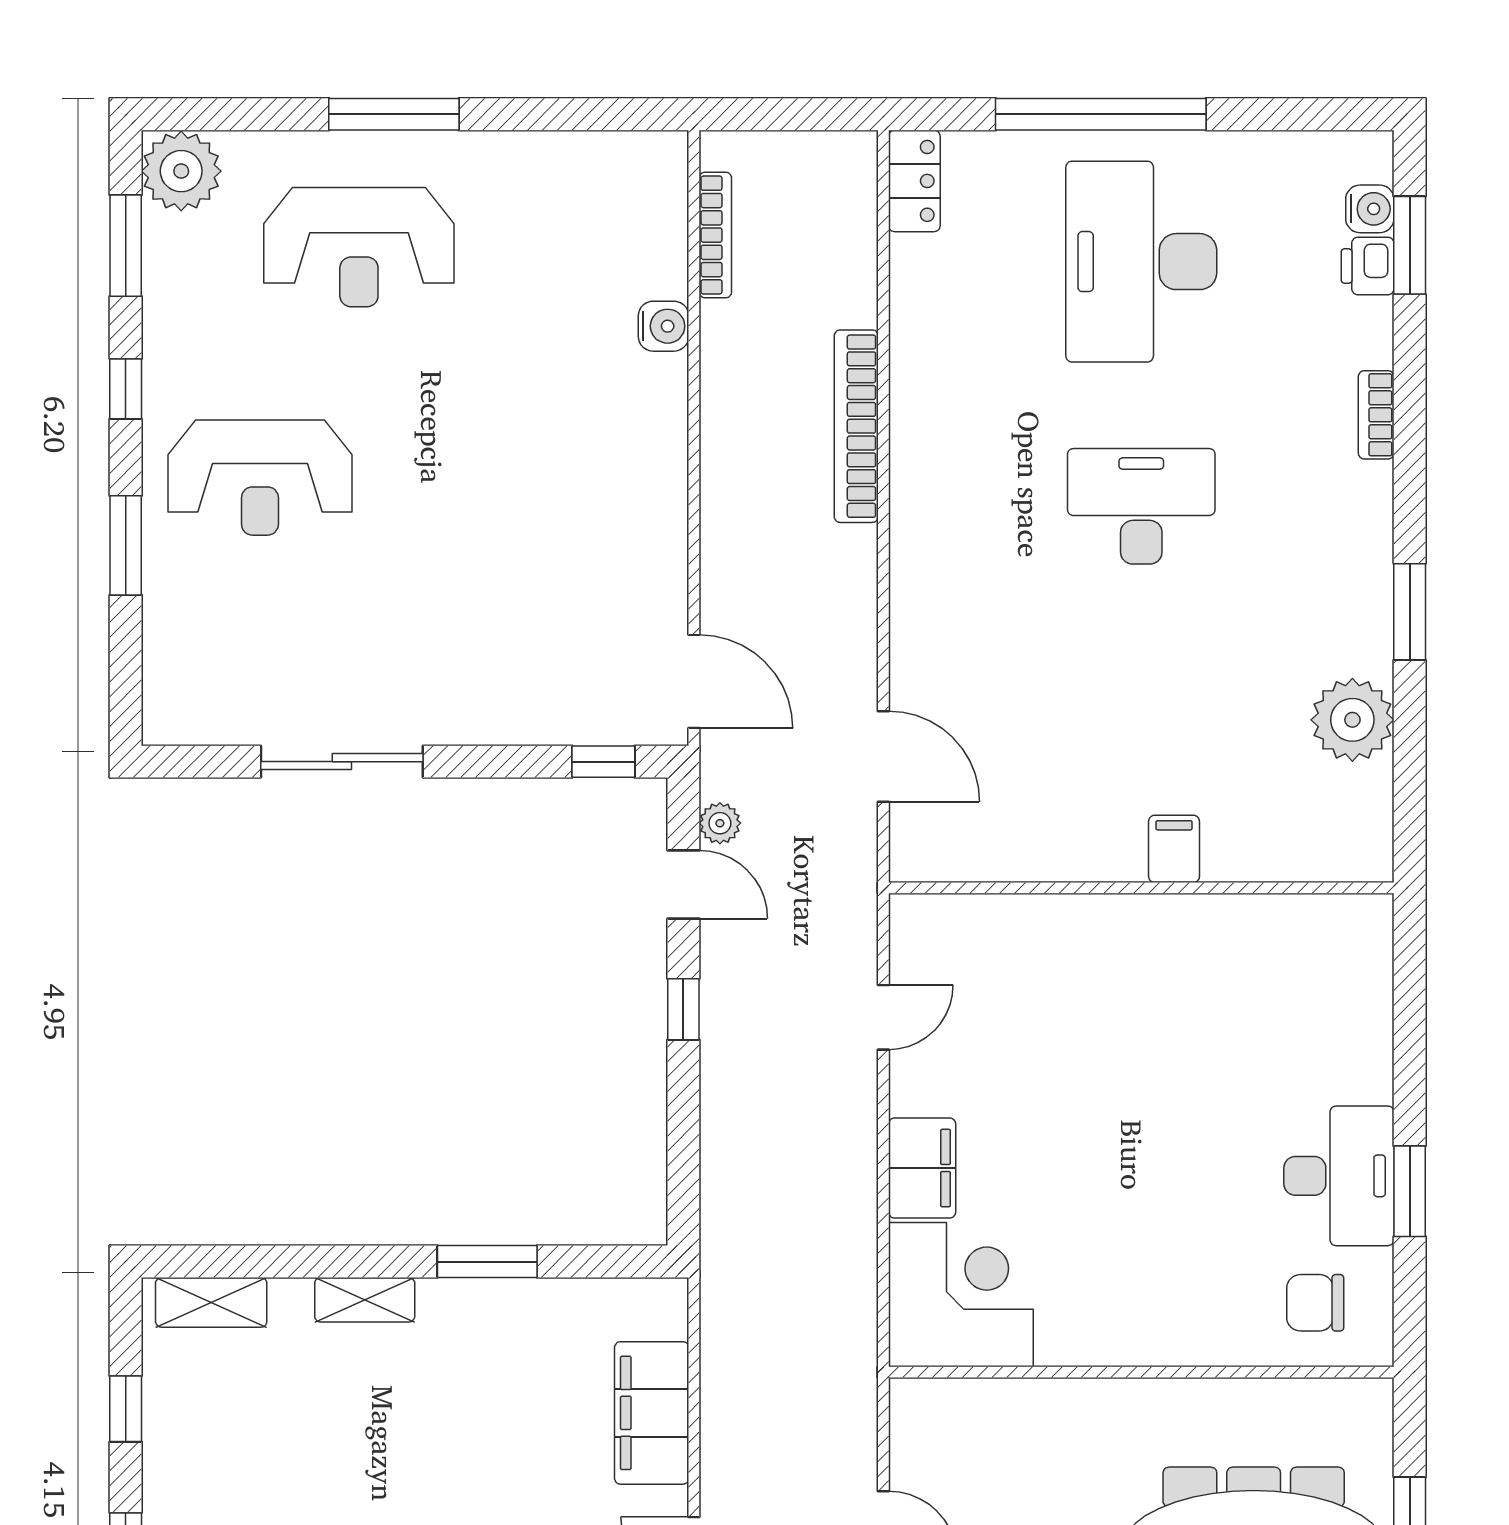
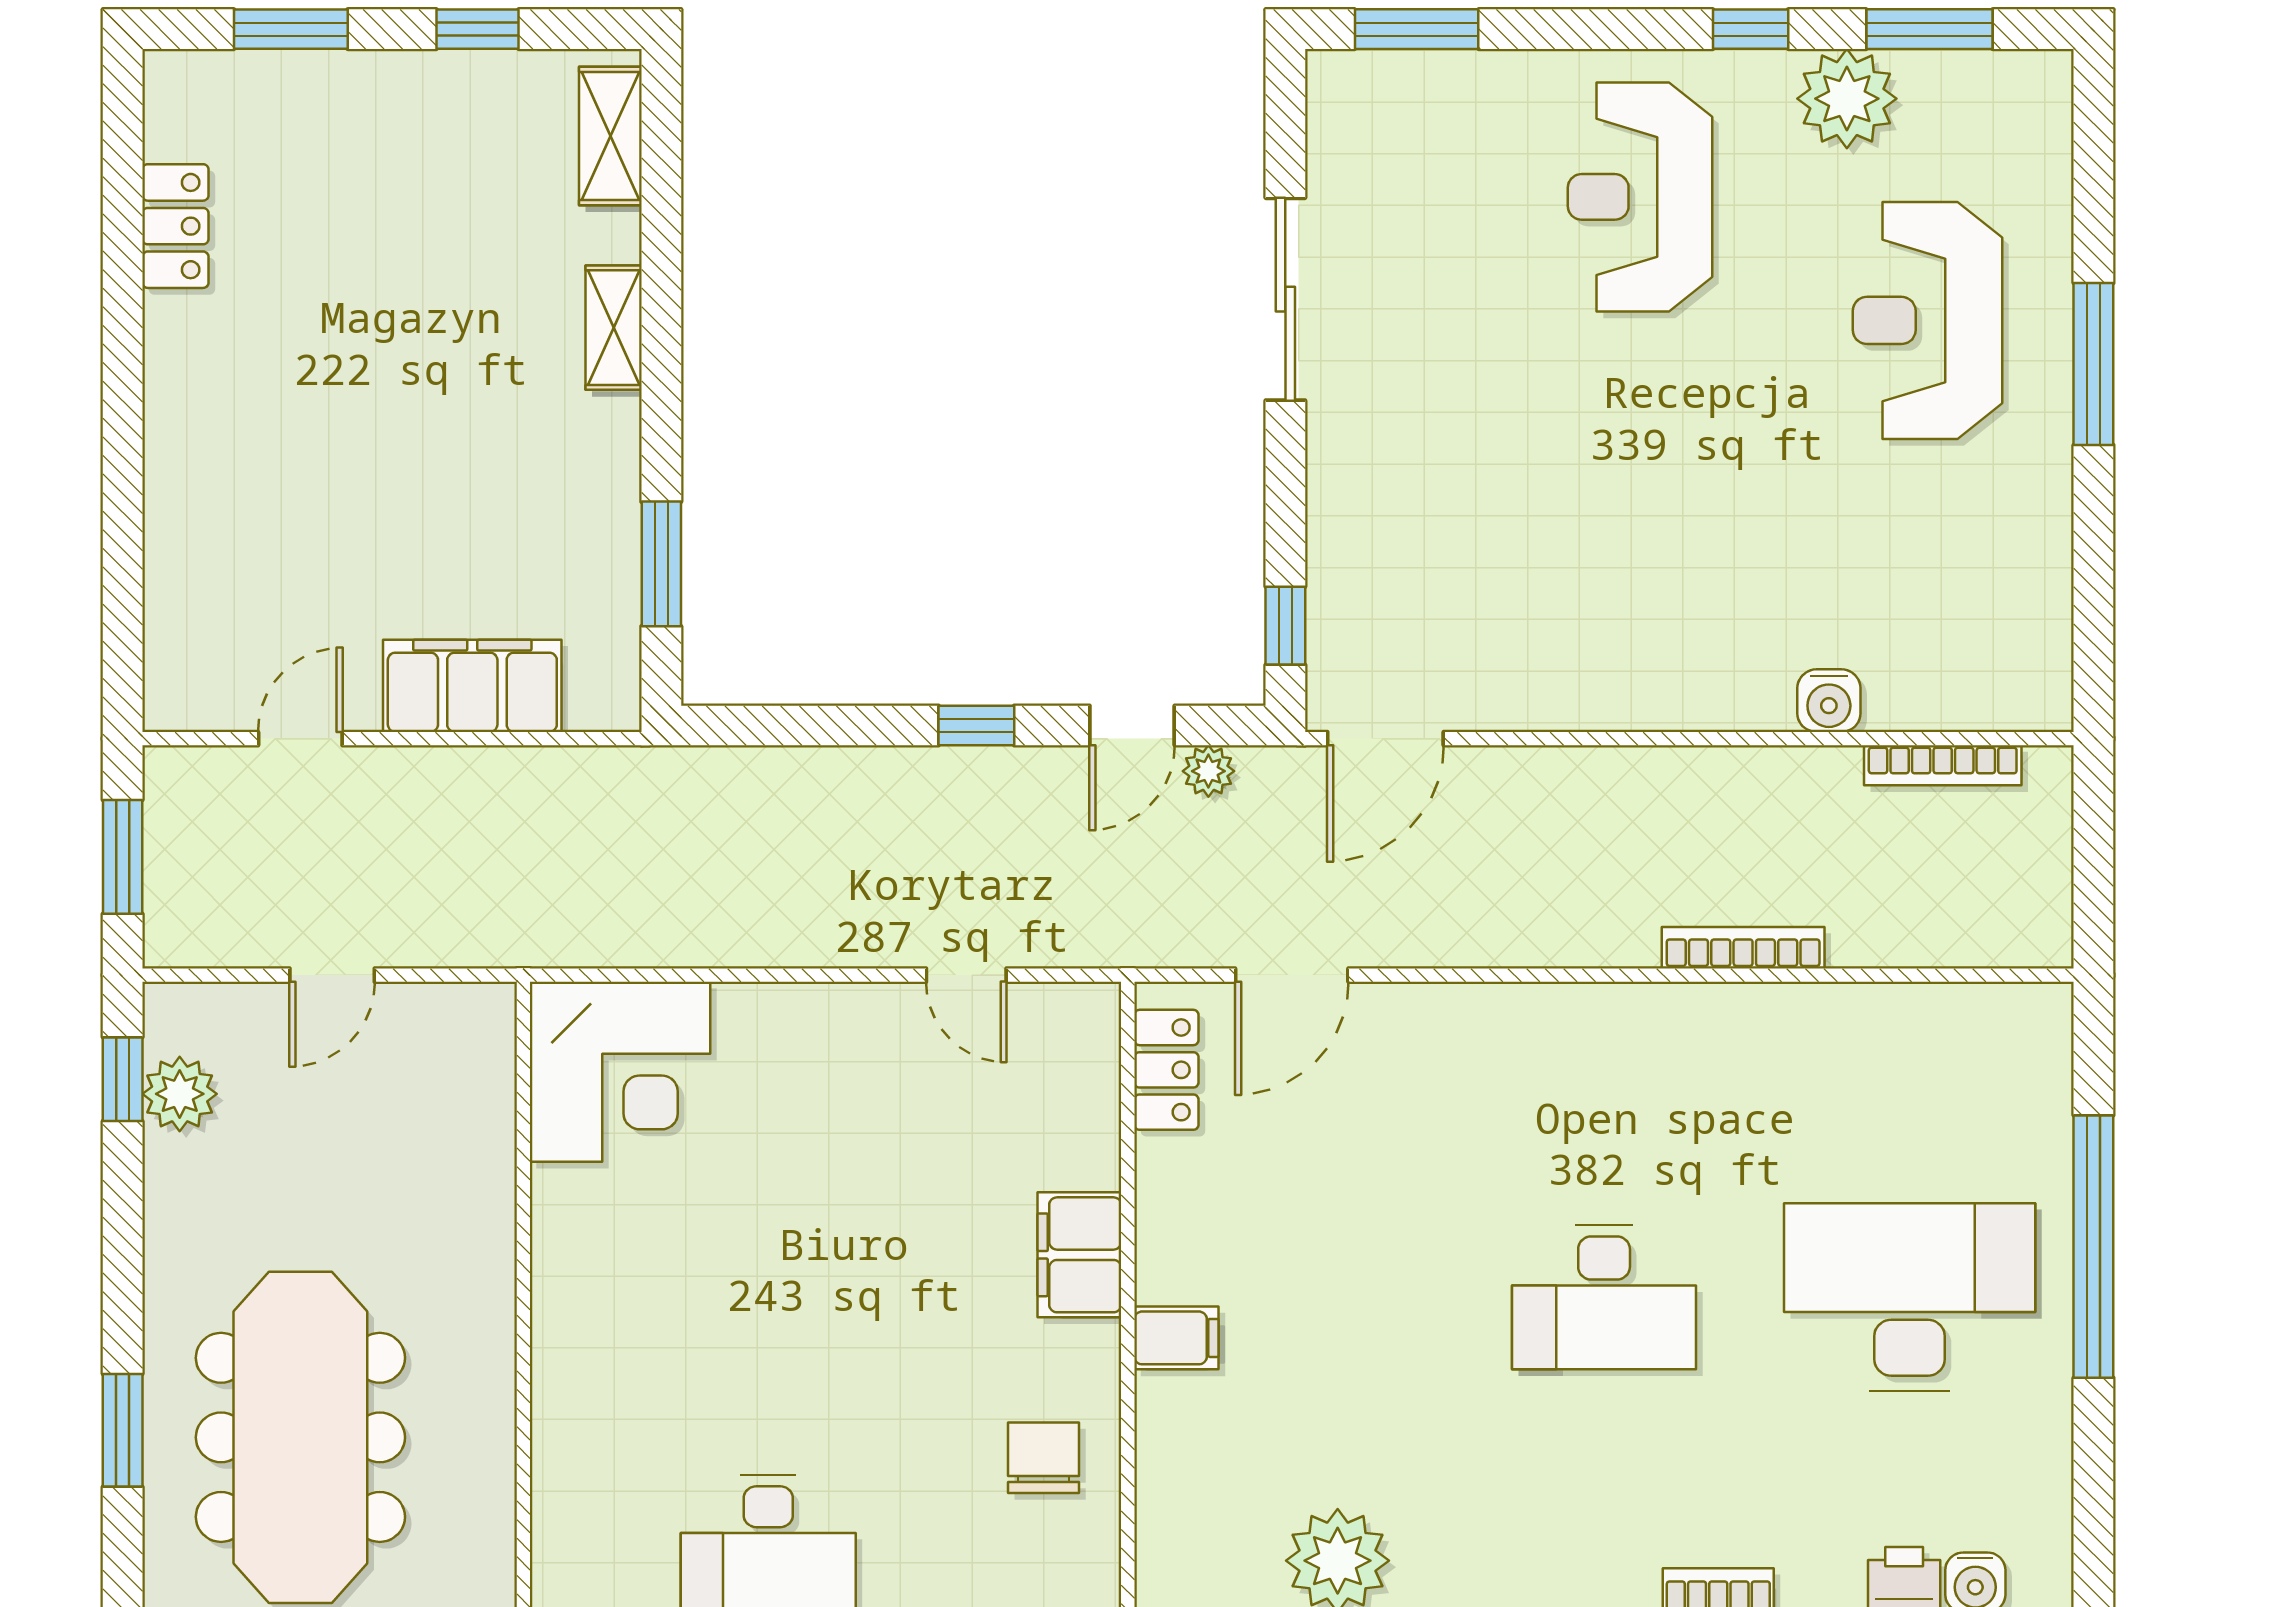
plant: (181, 171) -> (1847, 99), moved
locker: (914, 181) -> (1166, 1070), moved, turned -90
bookcase: (856, 426) -> (1743, 948), width x0.68, depth x0.76
desk: (1141, 506) -> (1604, 1297), turned 90
window: (126, 545) -> (1417, 29), moved
filing cabinet: (922, 1168) -> (1079, 1255), moved, turned 90
window: (487, 1262) -> (661, 564), moved
chair: (1315, 1303) -> (1044, 1458), moved

